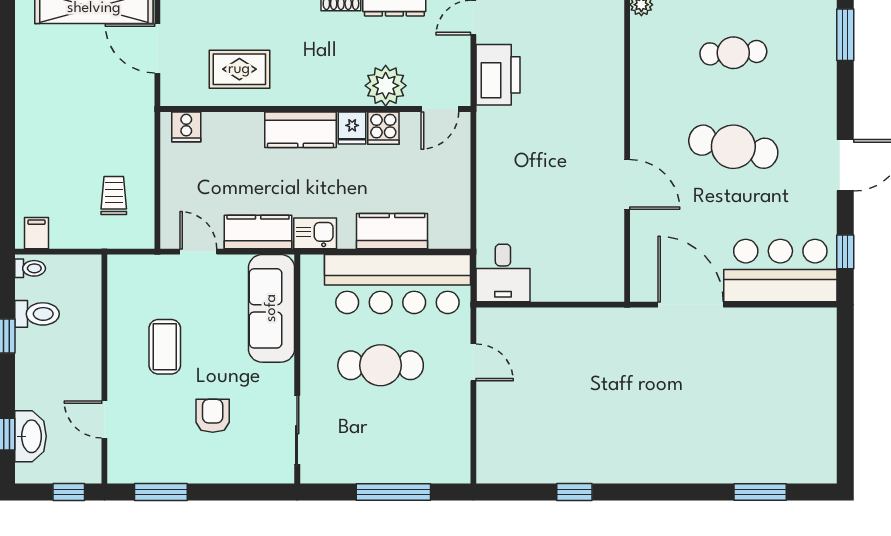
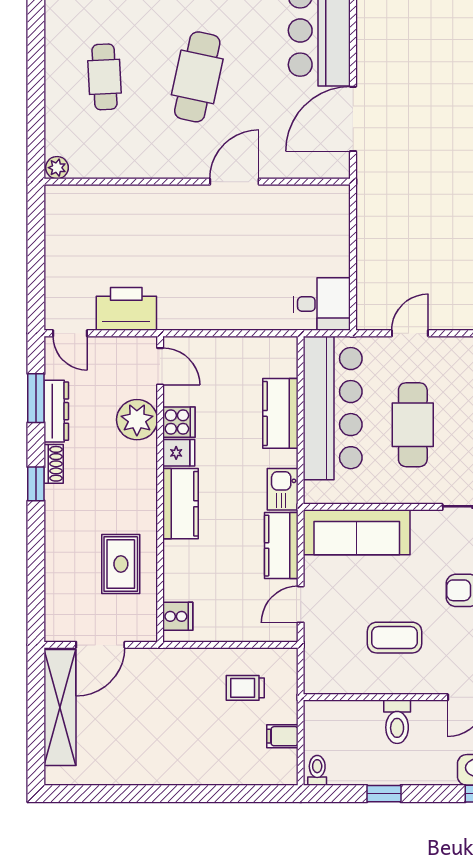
filing cabinet: (37, 233) -> (282, 736), moved
toilet: (37, 314) -> (397, 722), moved, turned 180

